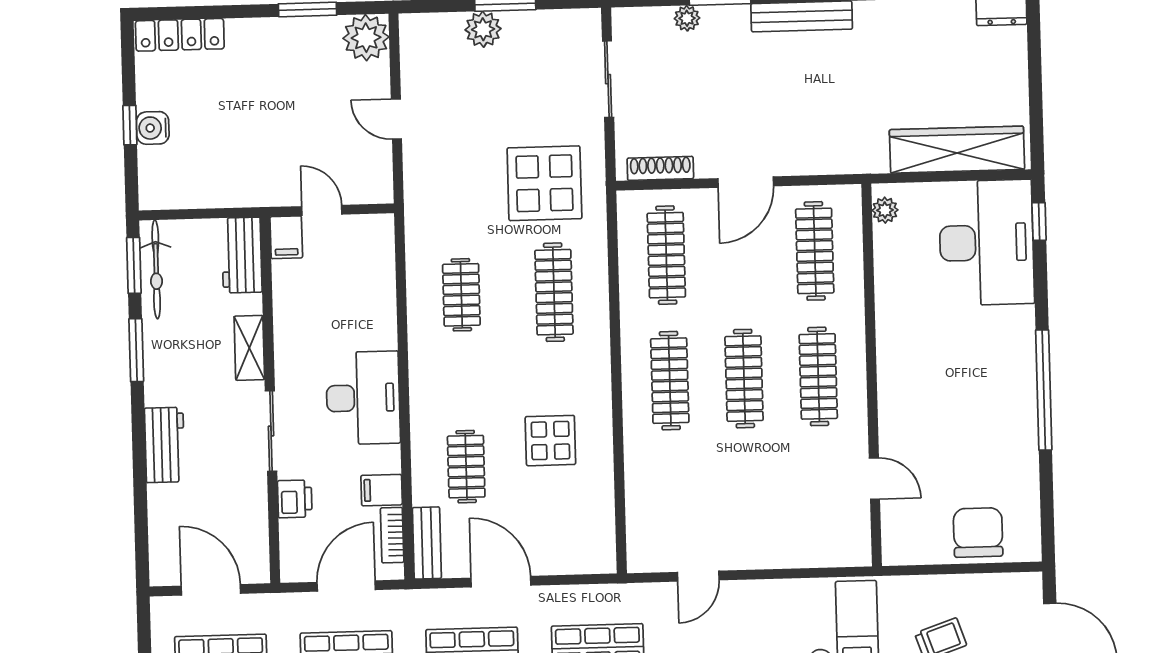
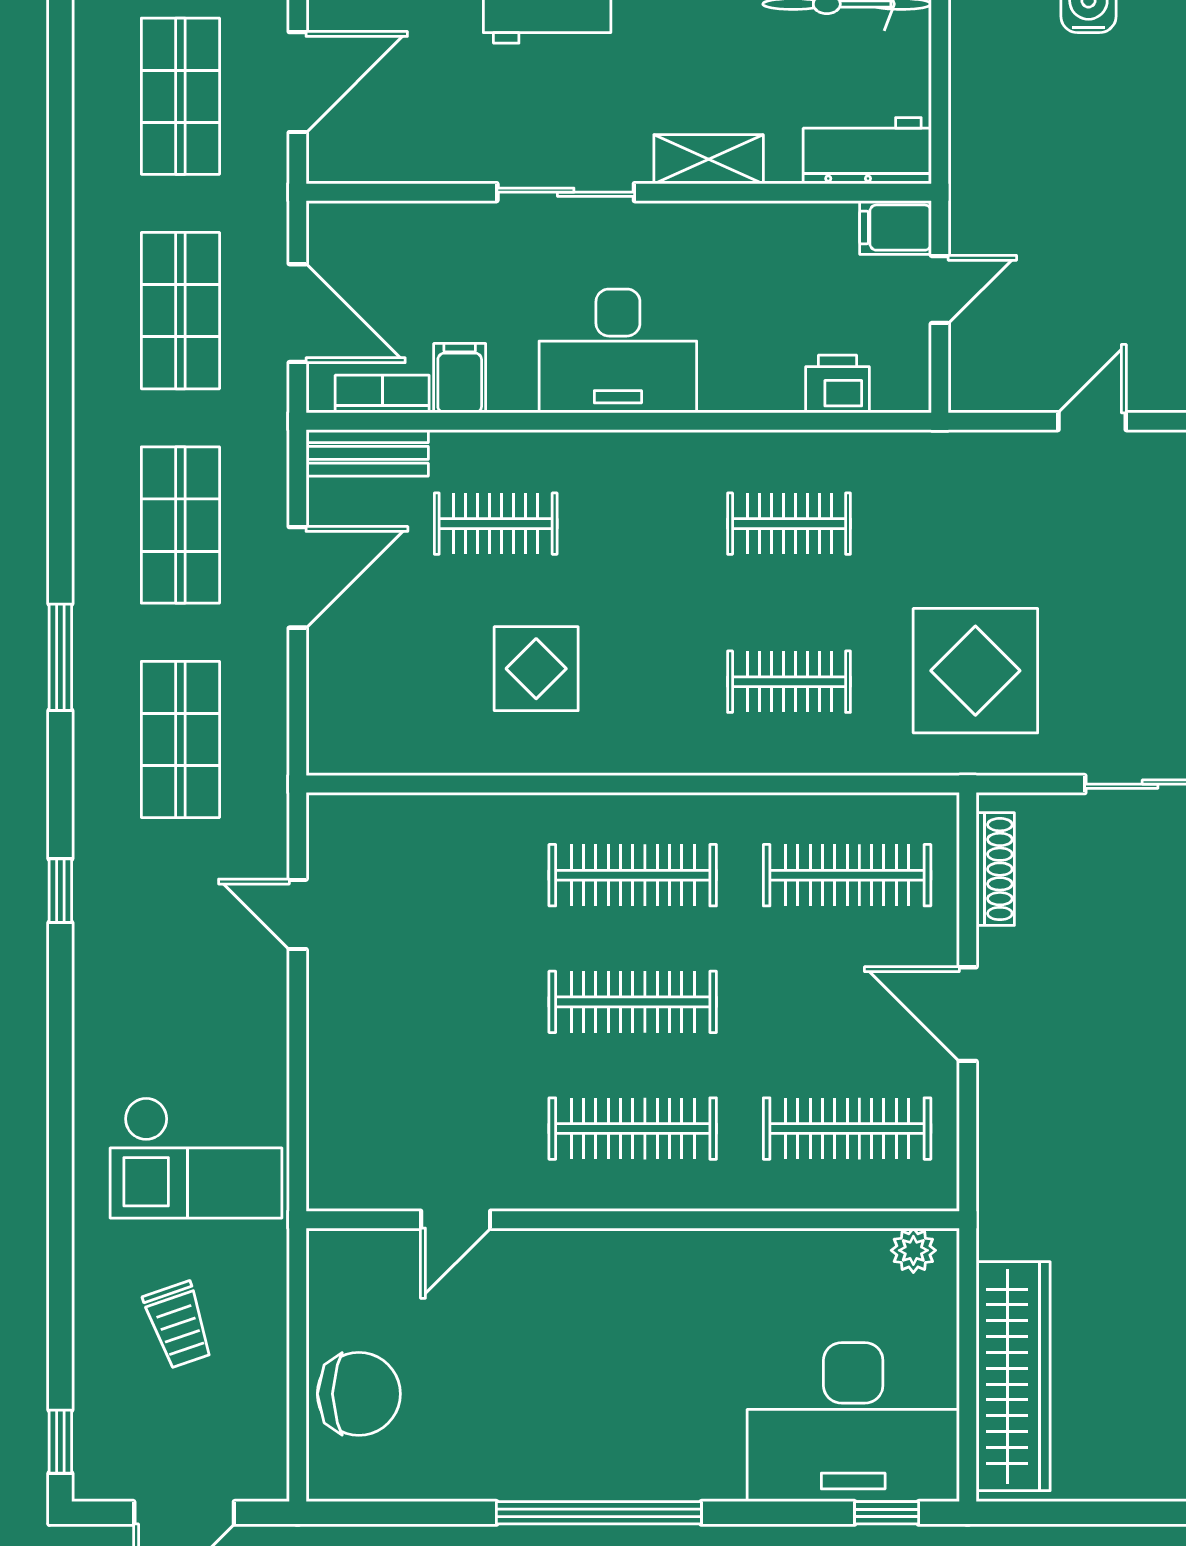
clothes rail: (554, 292) -> (789, 682), width x0.73
printer: (295, 499) -> (838, 384), moved, turned 180

